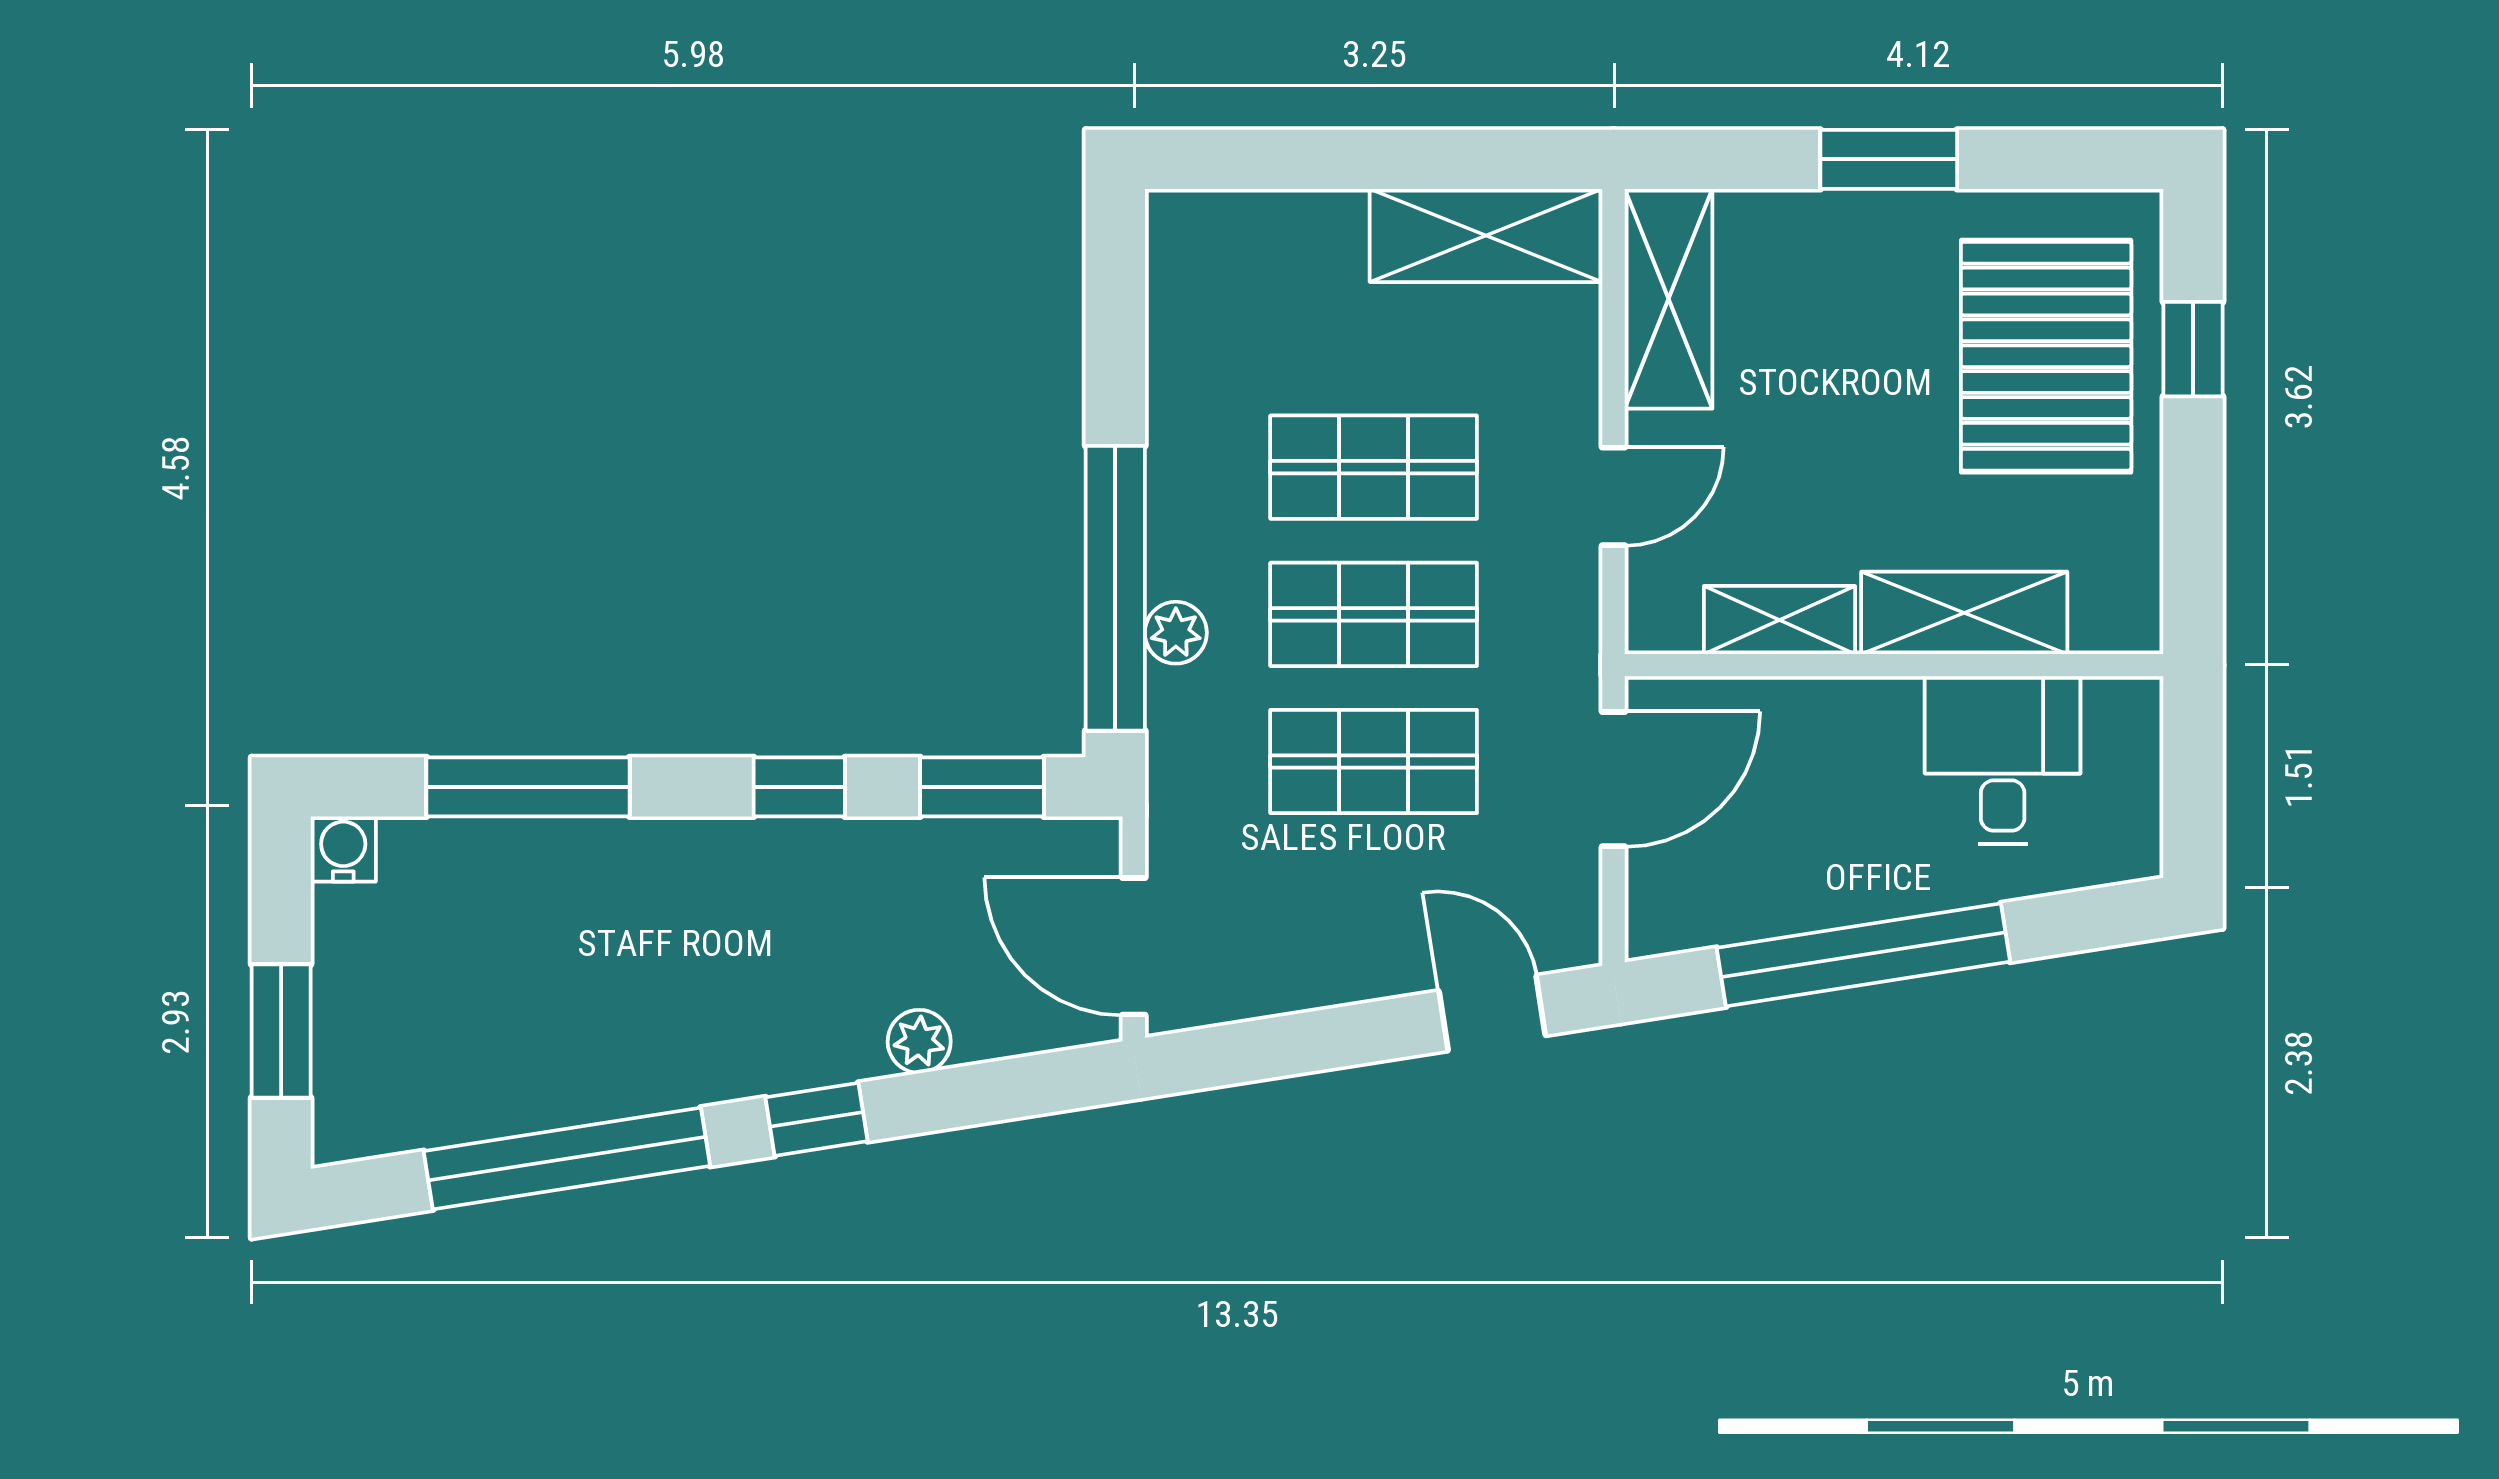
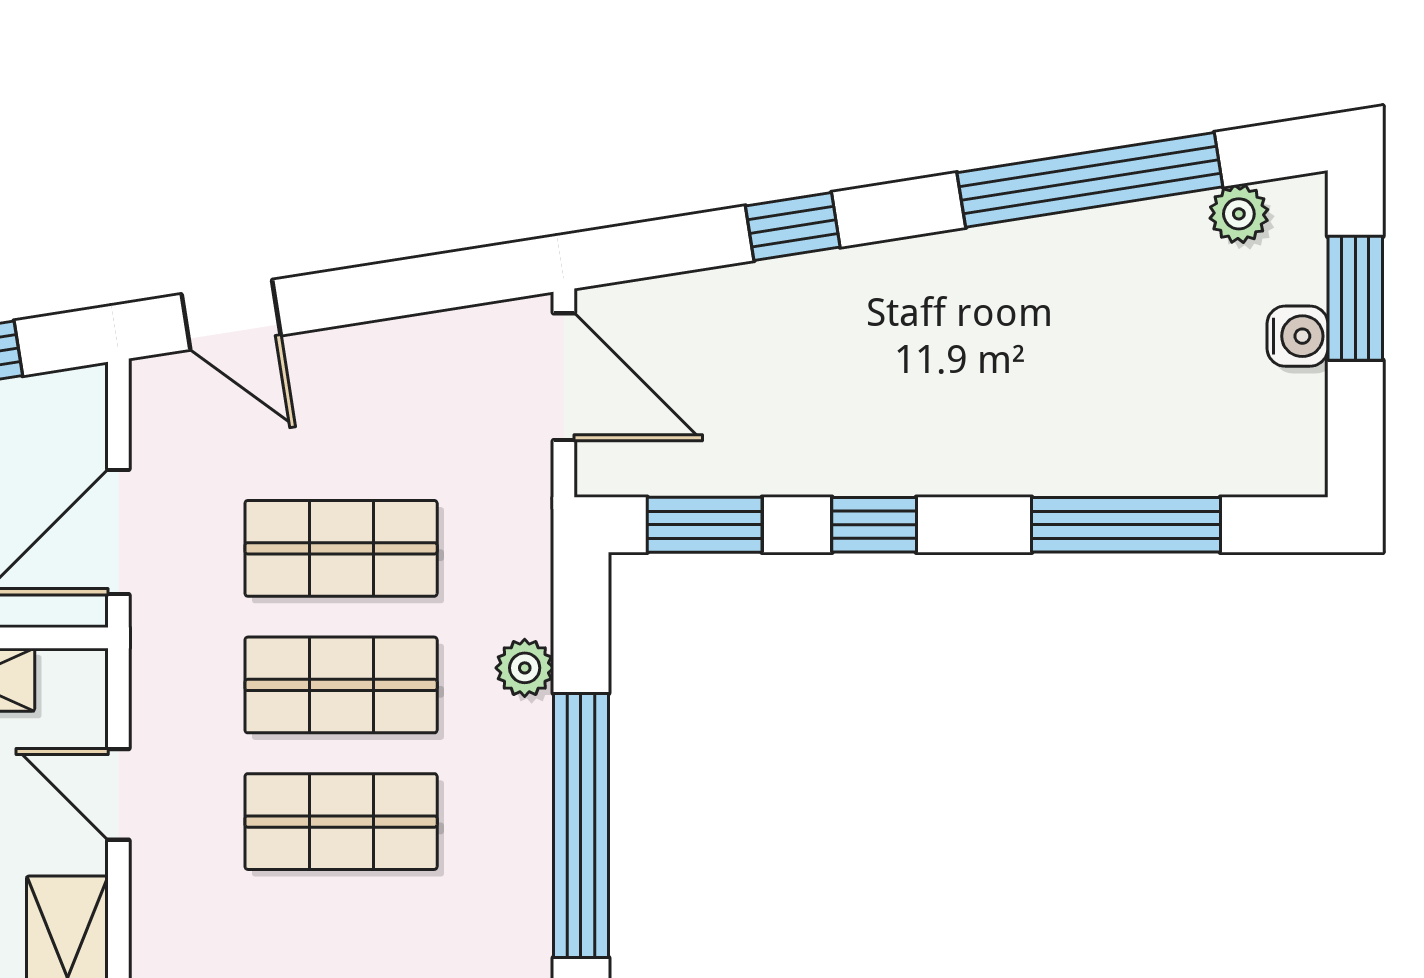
door: (1614, 496) -> (118, 794), hinge flipped
window: (1115, 588) -> (581, 825), moved
water cooler: (343, 849) -> (1298, 336), moved, turned -90
plant: (919, 1041) -> (1239, 214), moved
window: (816, 1119) -> (793, 227), moved

